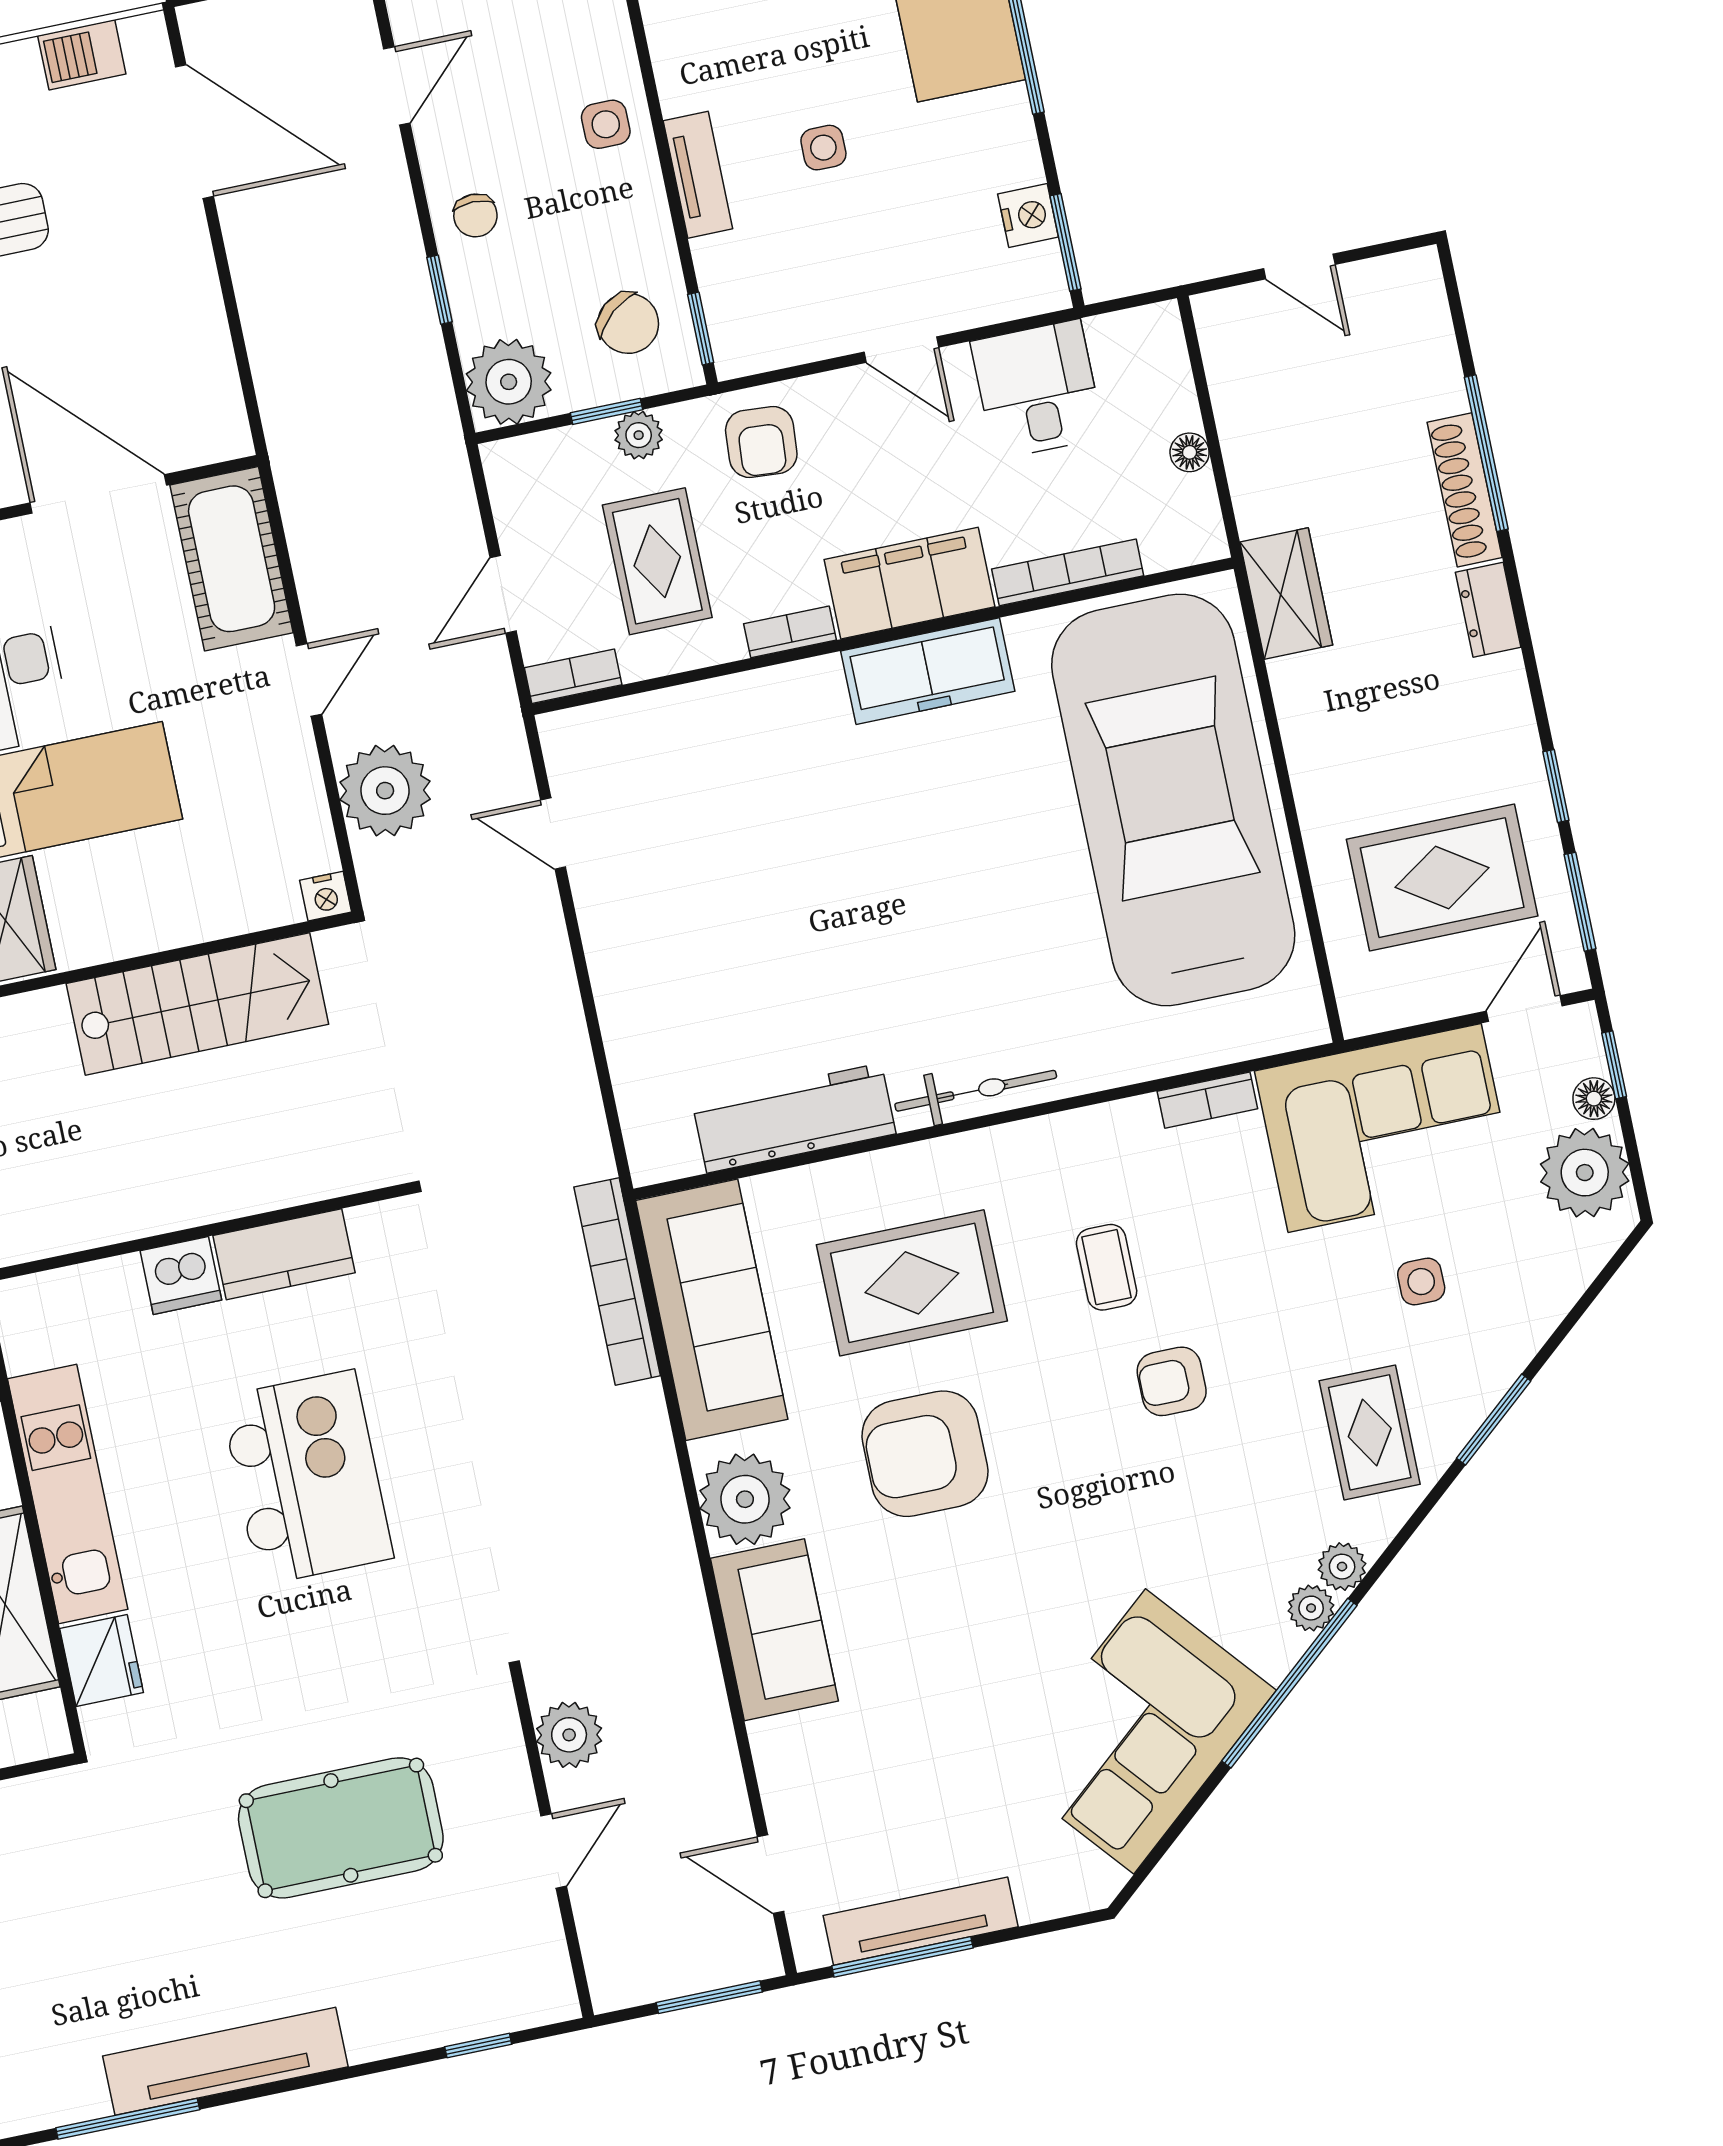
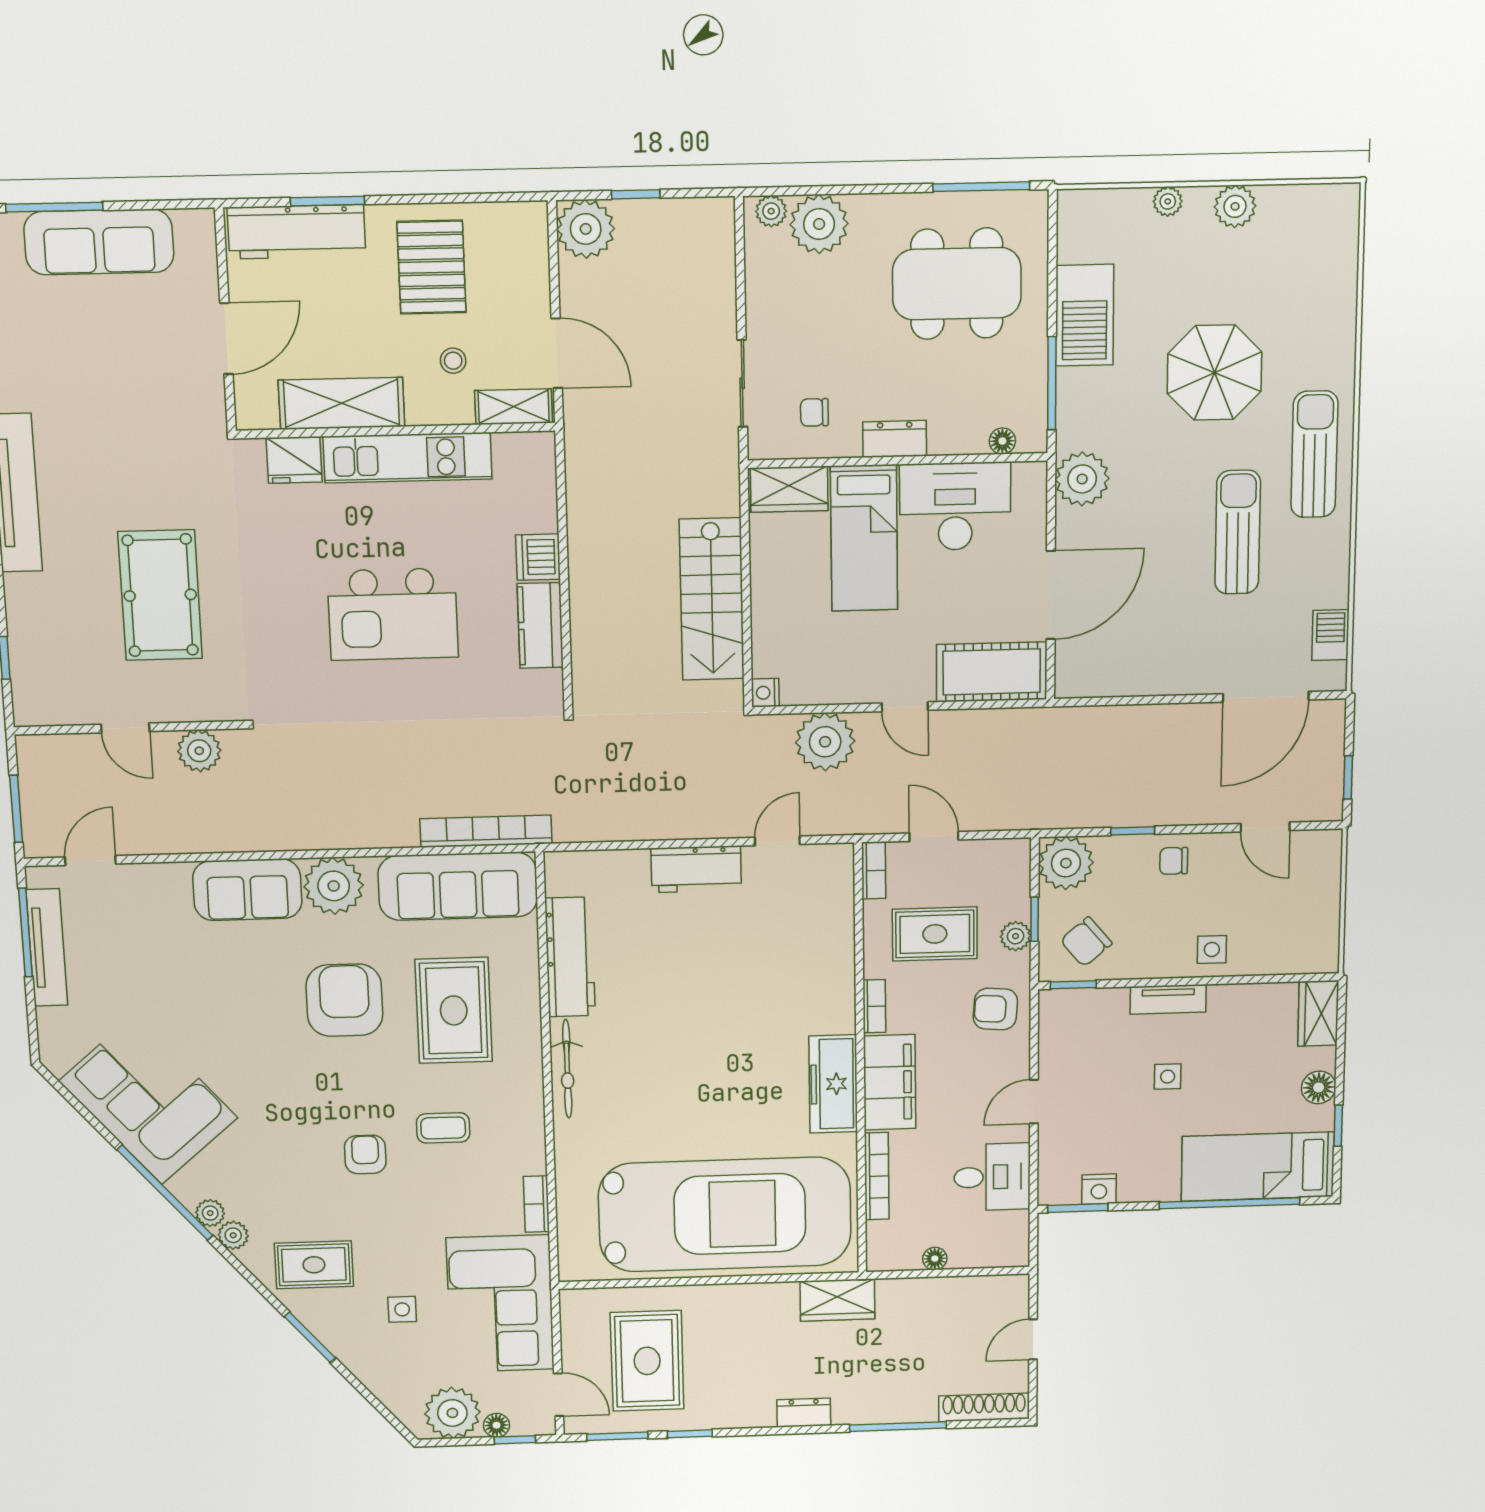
shoe rack: (1465, 490) -> (984, 1407), moved
workbench: (620, 950) -> (696, 869), added

